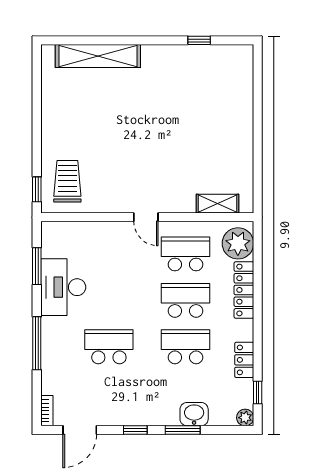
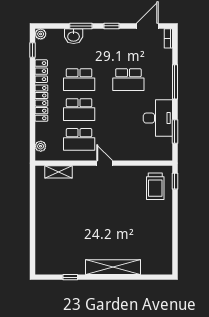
shelving: (98, 56) -> (113, 267), moved
plant: (238, 243) -> (41, 146), width x0.53, depth x0.53
locker: (244, 290) -> (41, 103), moved

